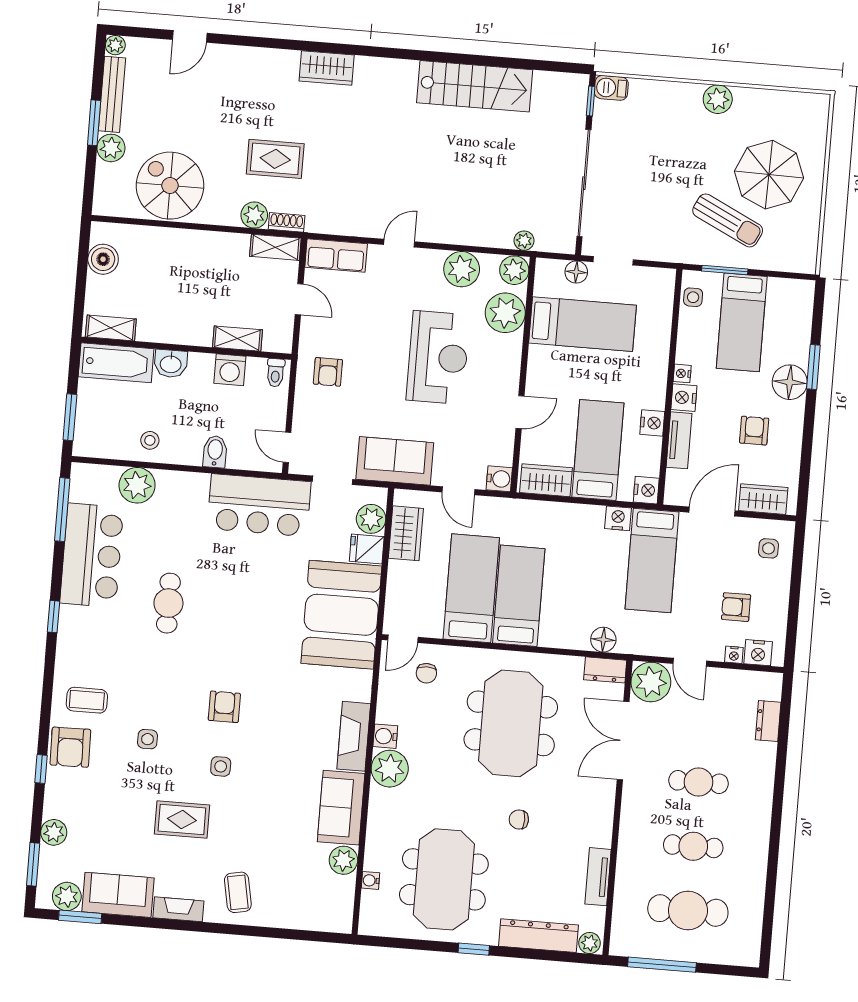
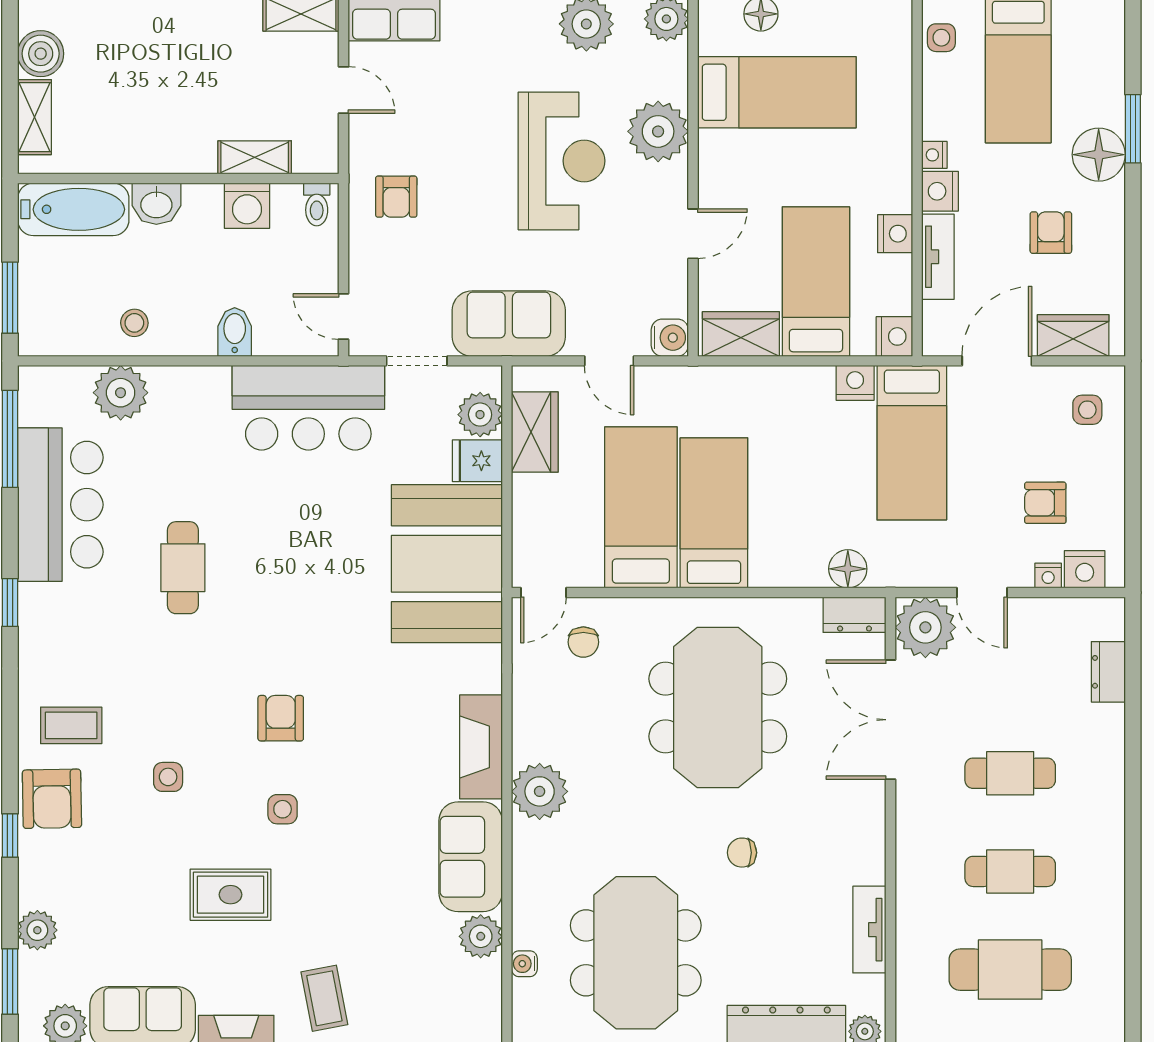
plant: (505, 313) -> (658, 131), moved
shelving: (111, 328) -> (34, 117), moved, turned 90
water cooler: (385, 736) -> (529, 743), removed

